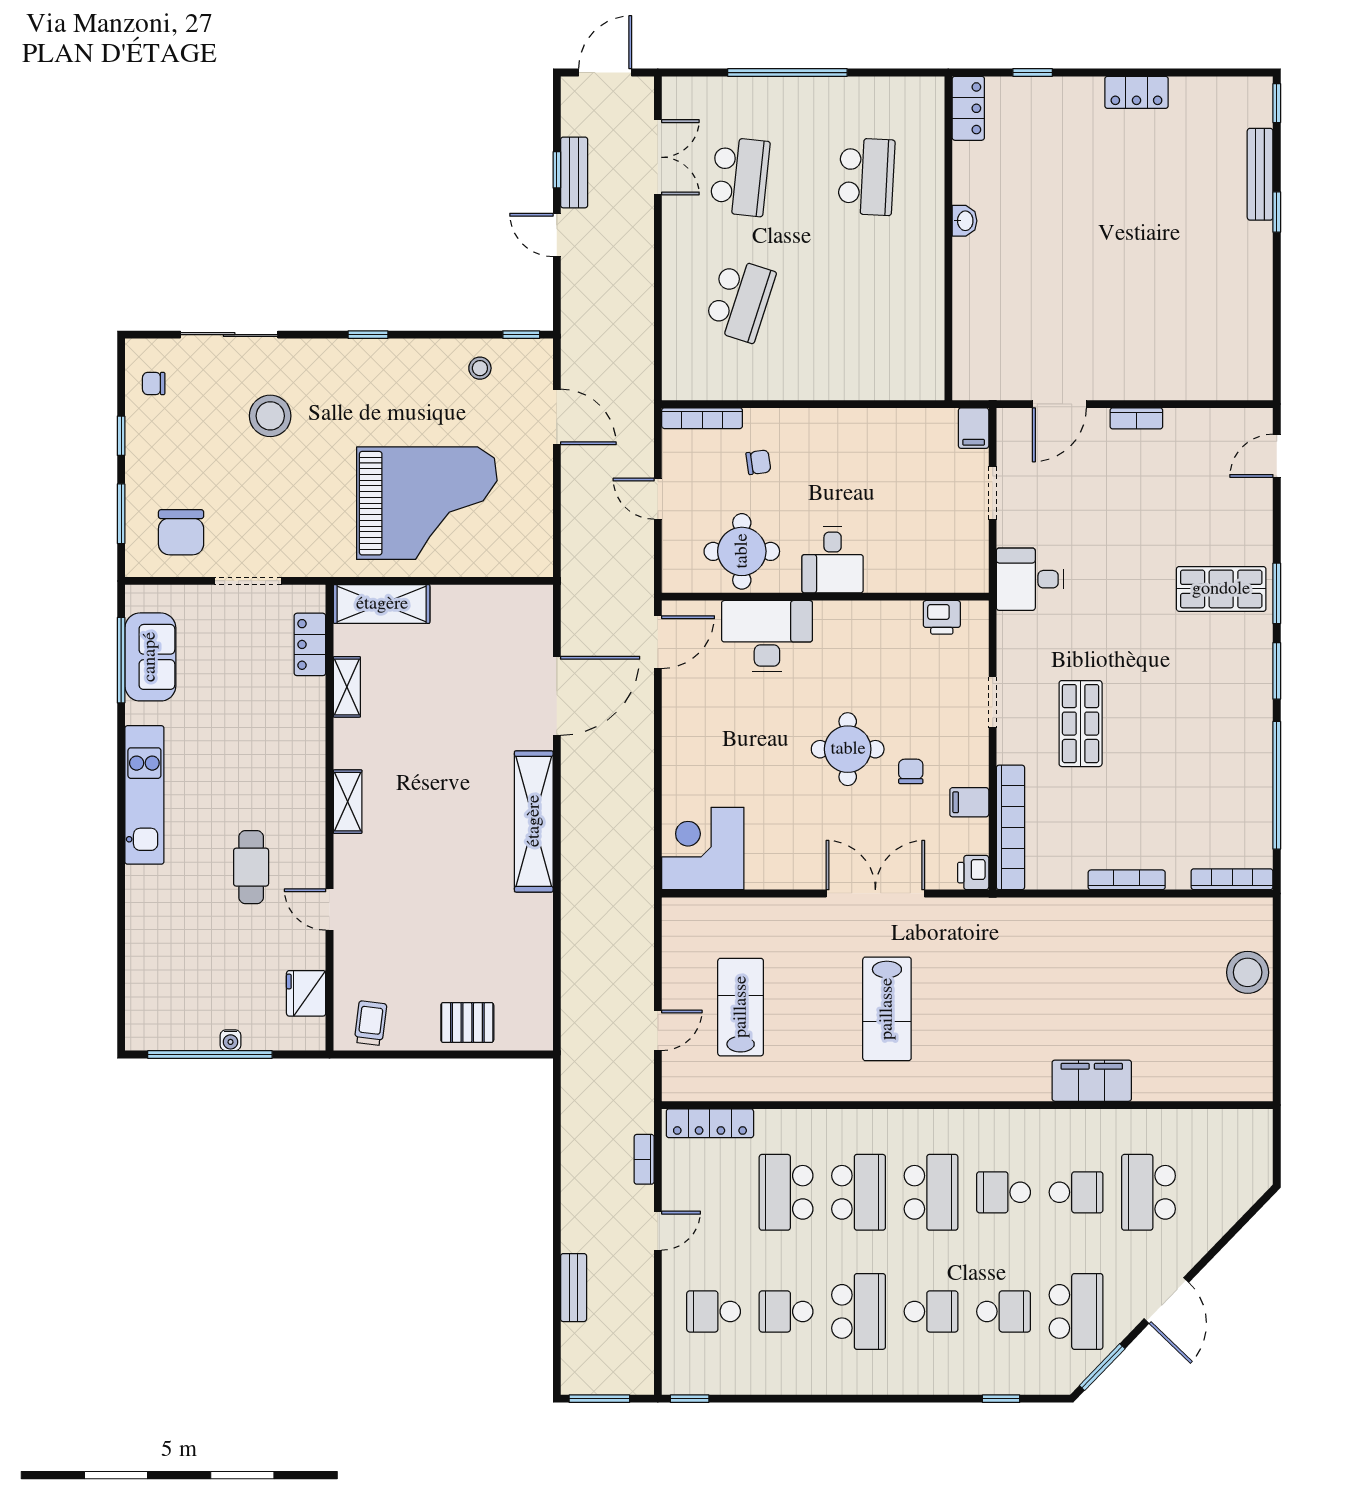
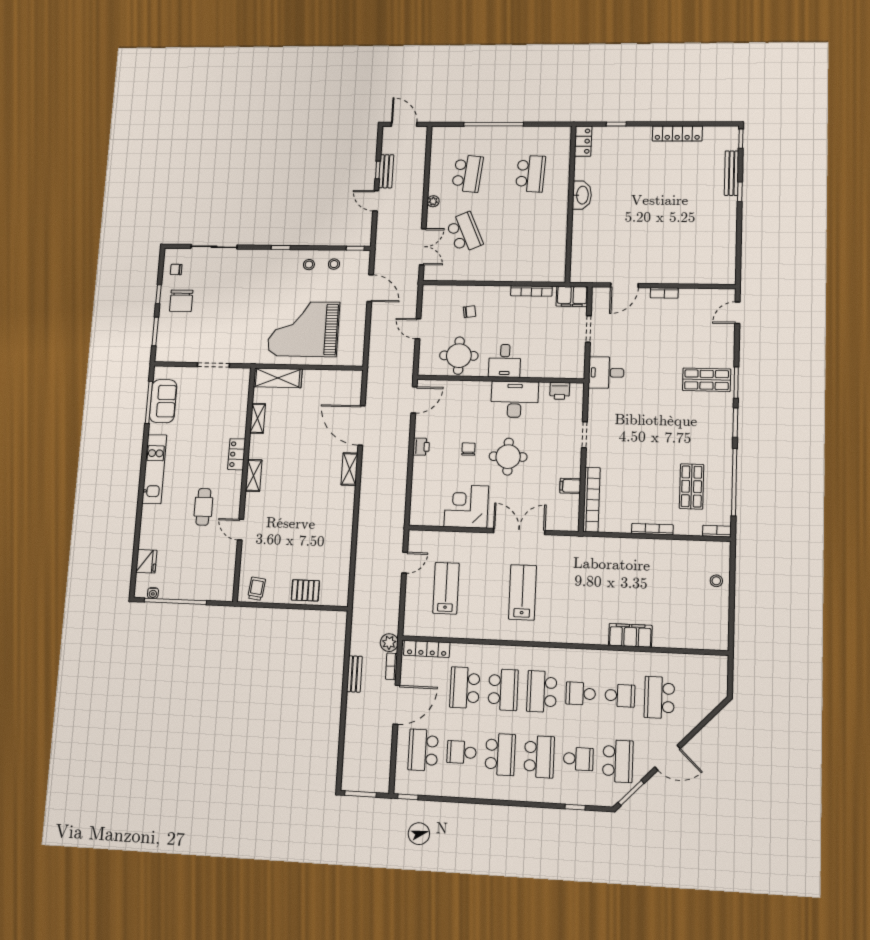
door: (605, 73) -> (404, 124), hinge flipped
locker: (1136, 92) -> (677, 133), width x1.53
double door: (658, 157) -> (423, 247), moved
washbasin: (965, 221) -> (582, 195), width x1.91, depth x1.45
plant: (674, 235) -> (433, 201), added
school desk: (740, 300) -> (464, 233), turned -42
stool: (270, 416) -> (309, 265), moved, width x0.53, depth x0.53
bookcase: (702, 418) -> (531, 291), moved
filing cabinet: (974, 428) -> (572, 296), width x2.00
grand piano: (427, 503) -> (303, 329), turned 180
chair: (181, 532) -> (181, 301), moved
desk: (767, 636) -> (515, 399), moved
locker: (310, 644) -> (237, 454), moved
door: (557, 696) -> (361, 426), swing flipped
shop shelf: (1081, 724) -> (692, 486), moved
chair: (911, 771) -> (468, 449), moved
shelving: (534, 821) -> (350, 469), width x0.45, depth x0.75
corner desk: (703, 849) -> (466, 506), moved
printer: (973, 873) -> (421, 447), moved, turned 180
bookcase: (1232, 879) -> (717, 531), width x0.64
stool: (1248, 972) -> (716, 581), width x0.53, depth x0.53
fridge: (306, 993) -> (146, 561), moved, turned 180
lab bench: (887, 1009) -> (523, 592), turned 180
door: (658, 1030) -> (405, 563), moved
water cooler: (231, 1040) -> (153, 593), moved
plant: (637, 1115) -> (389, 643), added
school desk: (931, 1192) -> (542, 692), turned 180
door: (658, 1231) -> (396, 705), width x1.88
bench: (574, 1288) -> (354, 674), moved
door: (1166, 1300) -> (667, 758), hinge flipped
school desk: (714, 1311) -> (423, 750), width x1.85
school desk: (931, 1311) -> (539, 757), width x1.85

